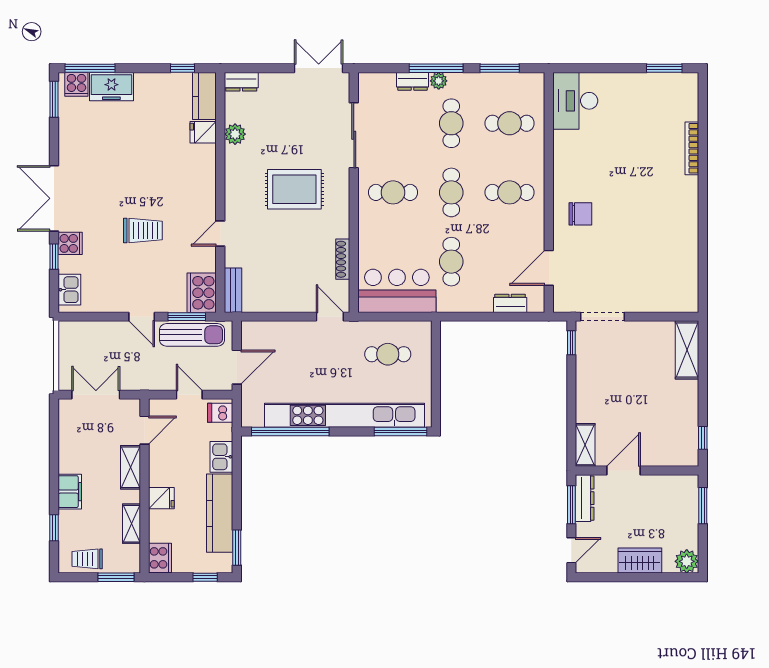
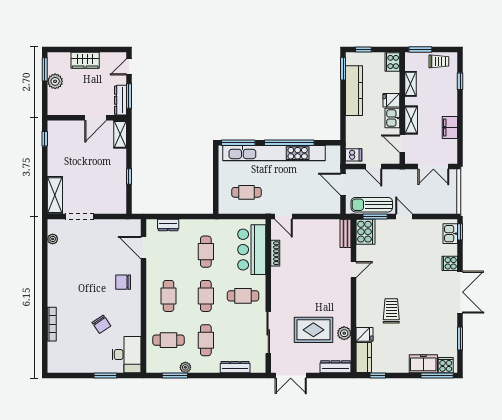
window: (436, 68) -> (216, 375), removed
window: (664, 68) -> (105, 375), moved
dresser: (413, 81) -> (235, 367), width x1.44
plant: (439, 81) -> (185, 367), moved
dresser: (241, 82) -> (336, 367), width x1.44
window: (54, 99) -> (460, 338), moved
chair: (614, 148) -> (101, 324), added
rug: (294, 189) -> (313, 330), moved
cafe table: (510, 192) -> (168, 296), turned 90
trolley: (143, 231) -> (391, 311), moved, turned 90
window: (54, 257) -> (460, 232), moved
door: (549, 268) -> (143, 248), swing flipped
plant: (691, 281) -> (53, 239), added
bar counter: (397, 291) -> (252, 250), moved, turned 90
doorway: (603, 317) -> (79, 216), moved
window: (571, 343) -> (129, 176), moved
door: (237, 367) -> (343, 184), hinge flipped
door: (144, 430) -> (402, 144), hinge flipped
window: (290, 432) -> (289, 143), moved
kitchen sink: (221, 457) -> (392, 118), moved, turned 180
filing cabinet: (70, 492) -> (450, 127), moved
window: (703, 506) -> (45, 69), moved
plant: (687, 561) -> (55, 81), moved

